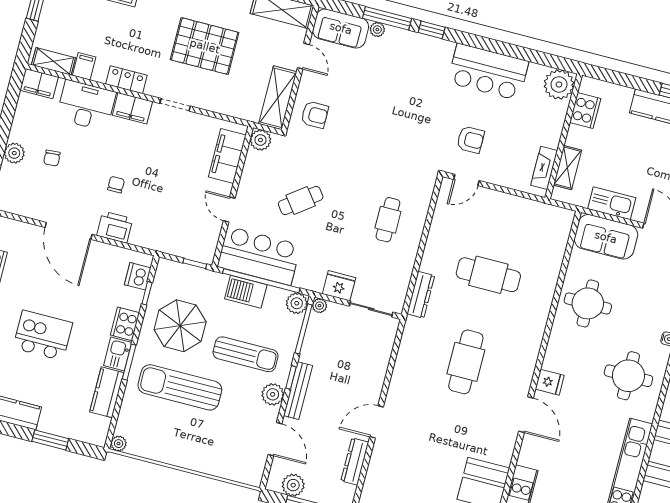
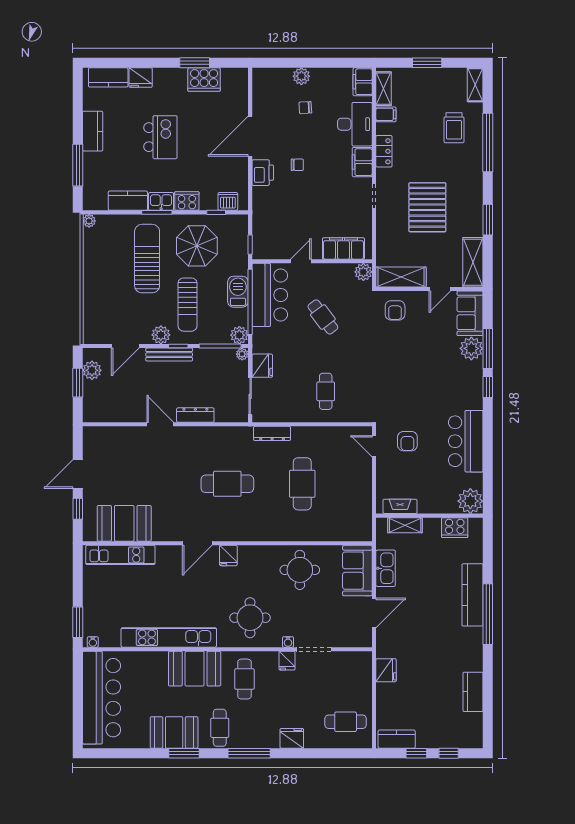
plant: (377, 30) -> (471, 348), width x1.87, depth x1.87
cafe table: (388, 220) -> (326, 391), turned 90
window: (50, 440) -> (78, 165), width x1.44
dresser: (355, 462) -> (195, 415), moved

